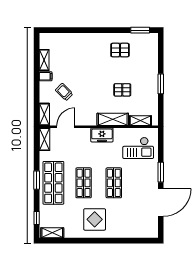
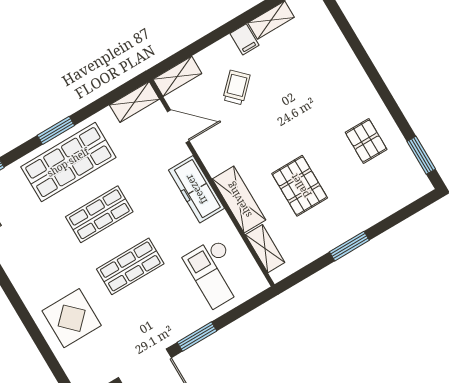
pallet: (122, 90) -> (300, 186), width x1.50, depth x1.42
freezer: (102, 135) -> (196, 189), width x1.40
display table: (95, 219) -> (72, 318), moved

